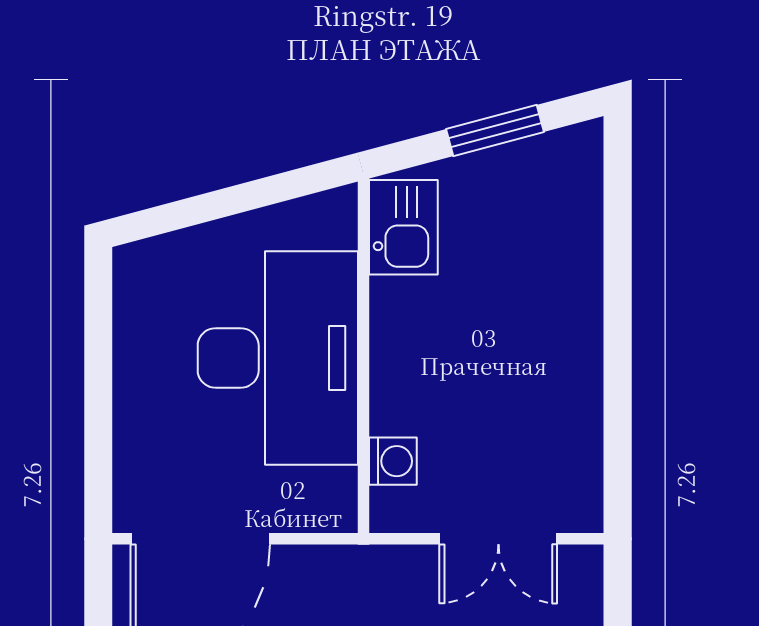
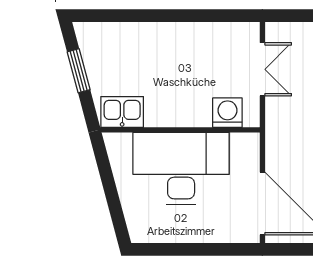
washing machine: (393, 461) -> (227, 113), width x1.38, depth x1.38

